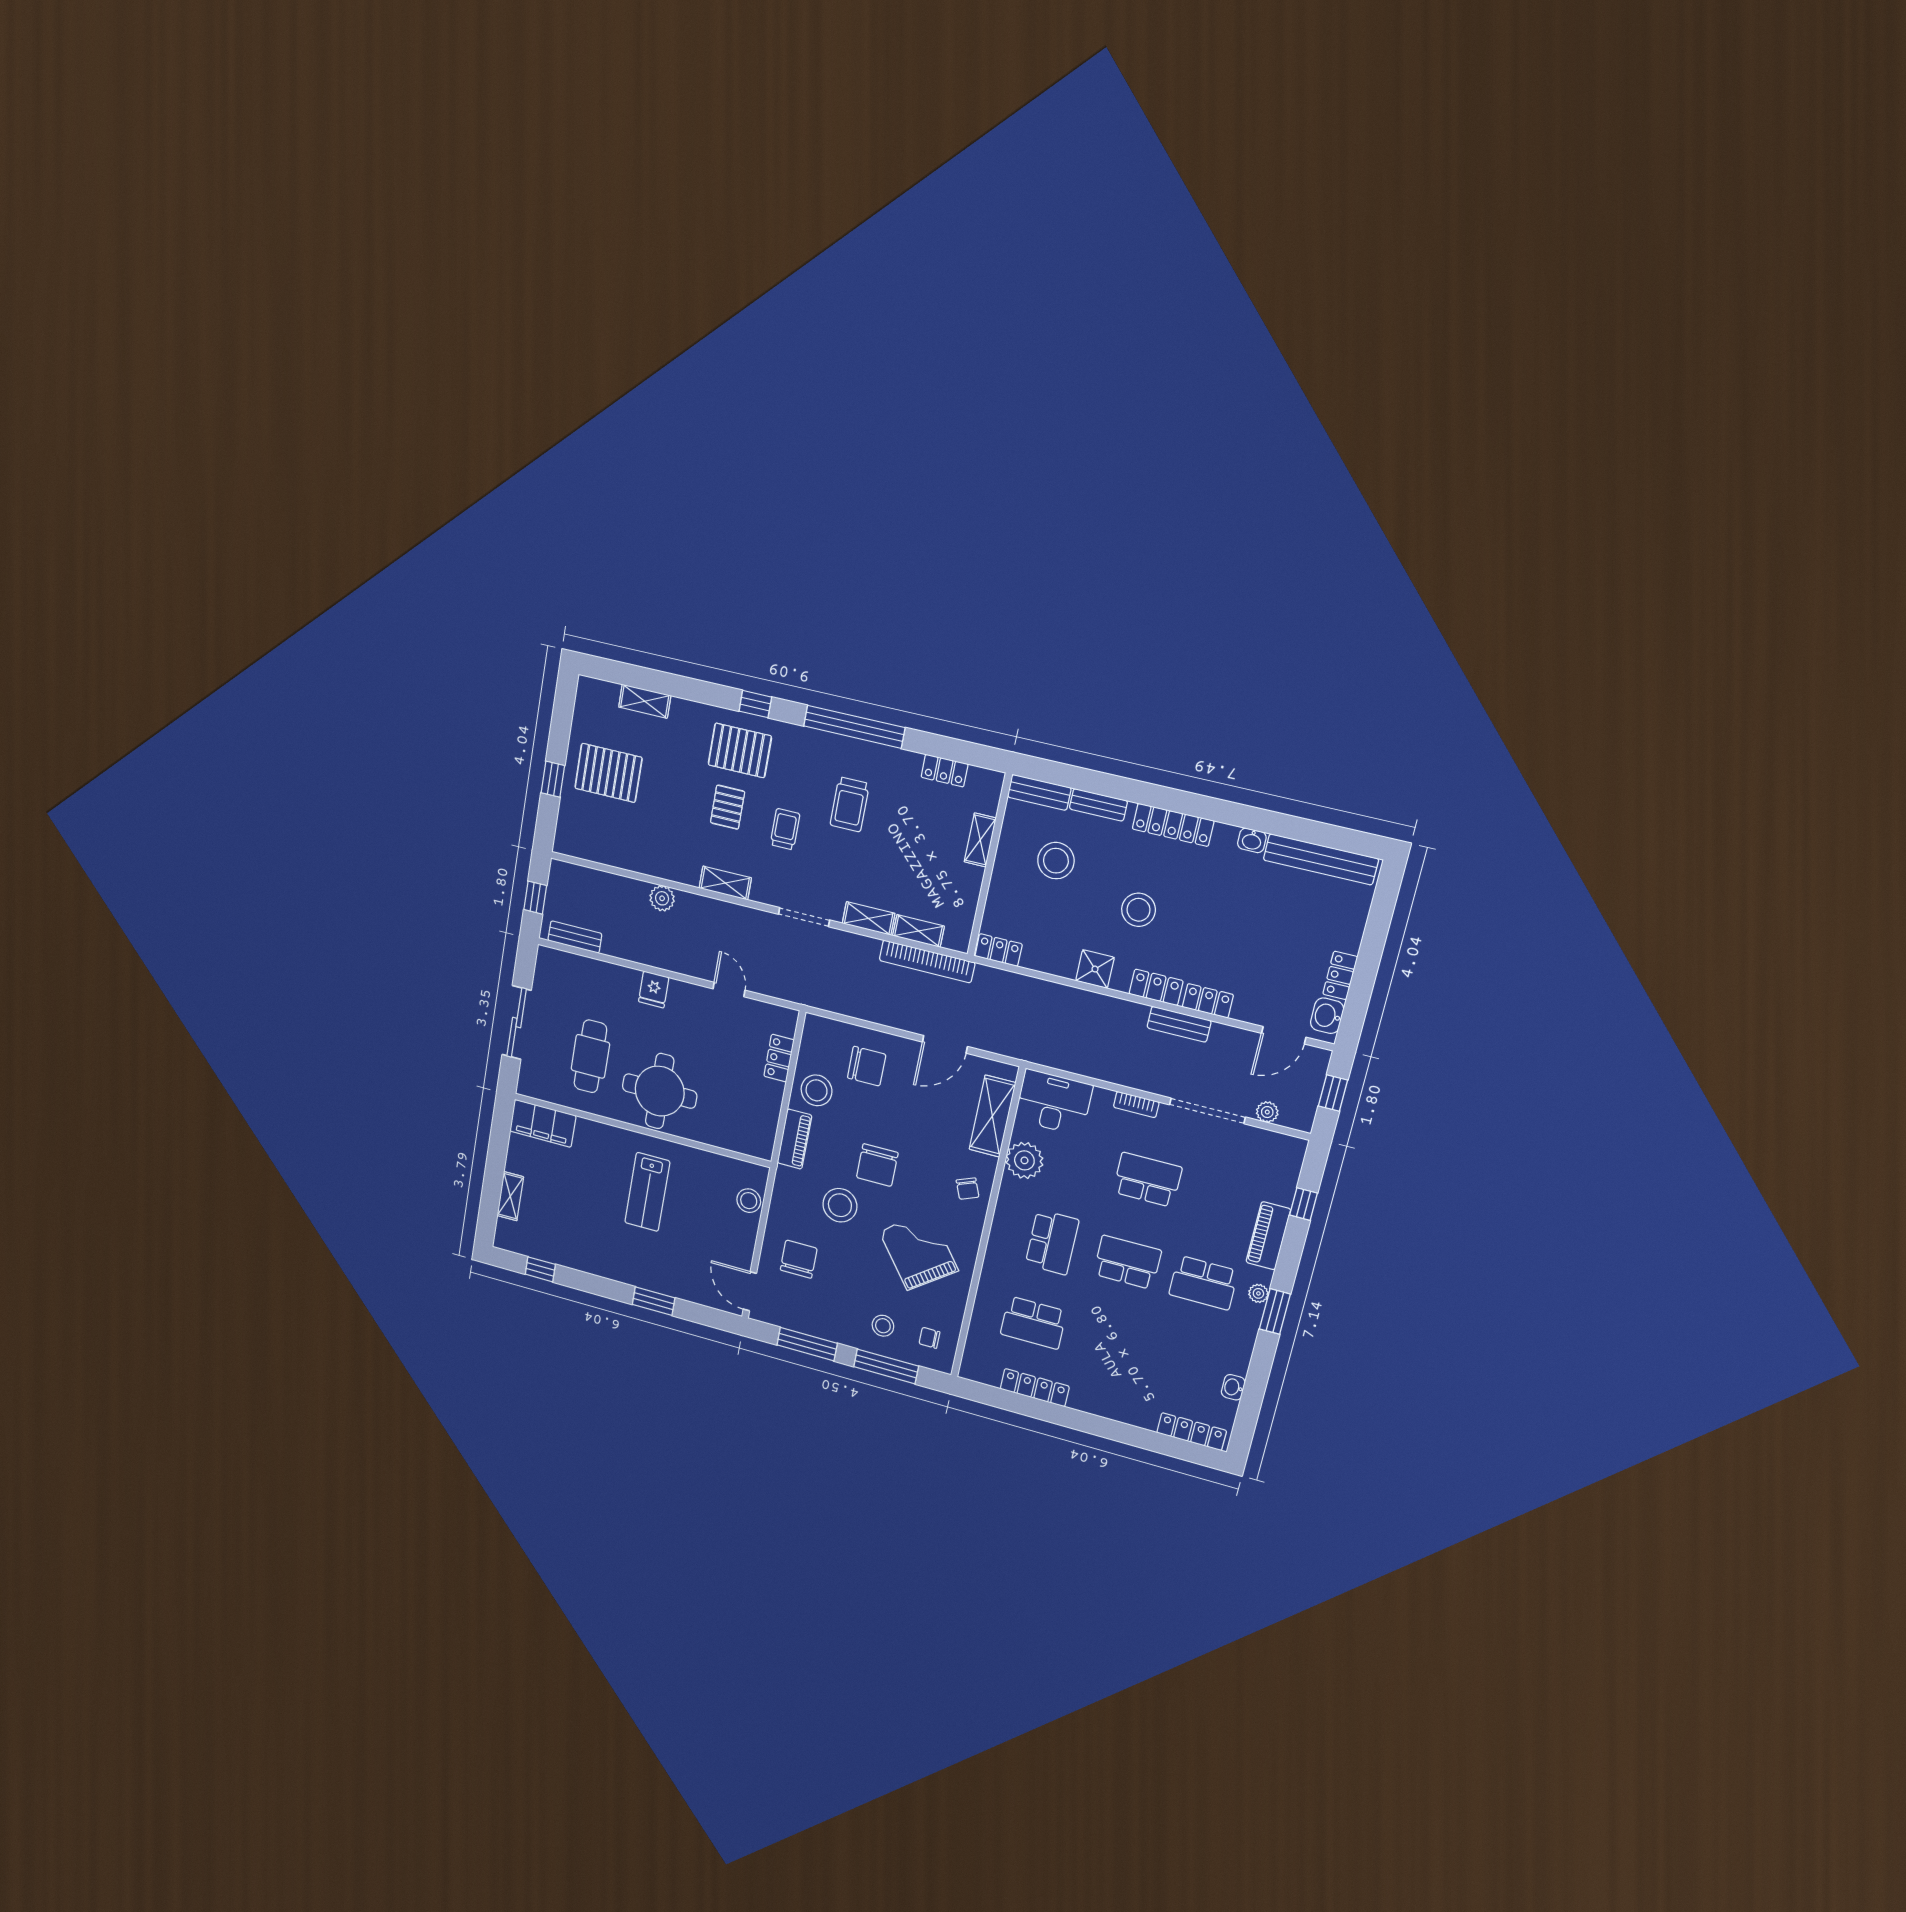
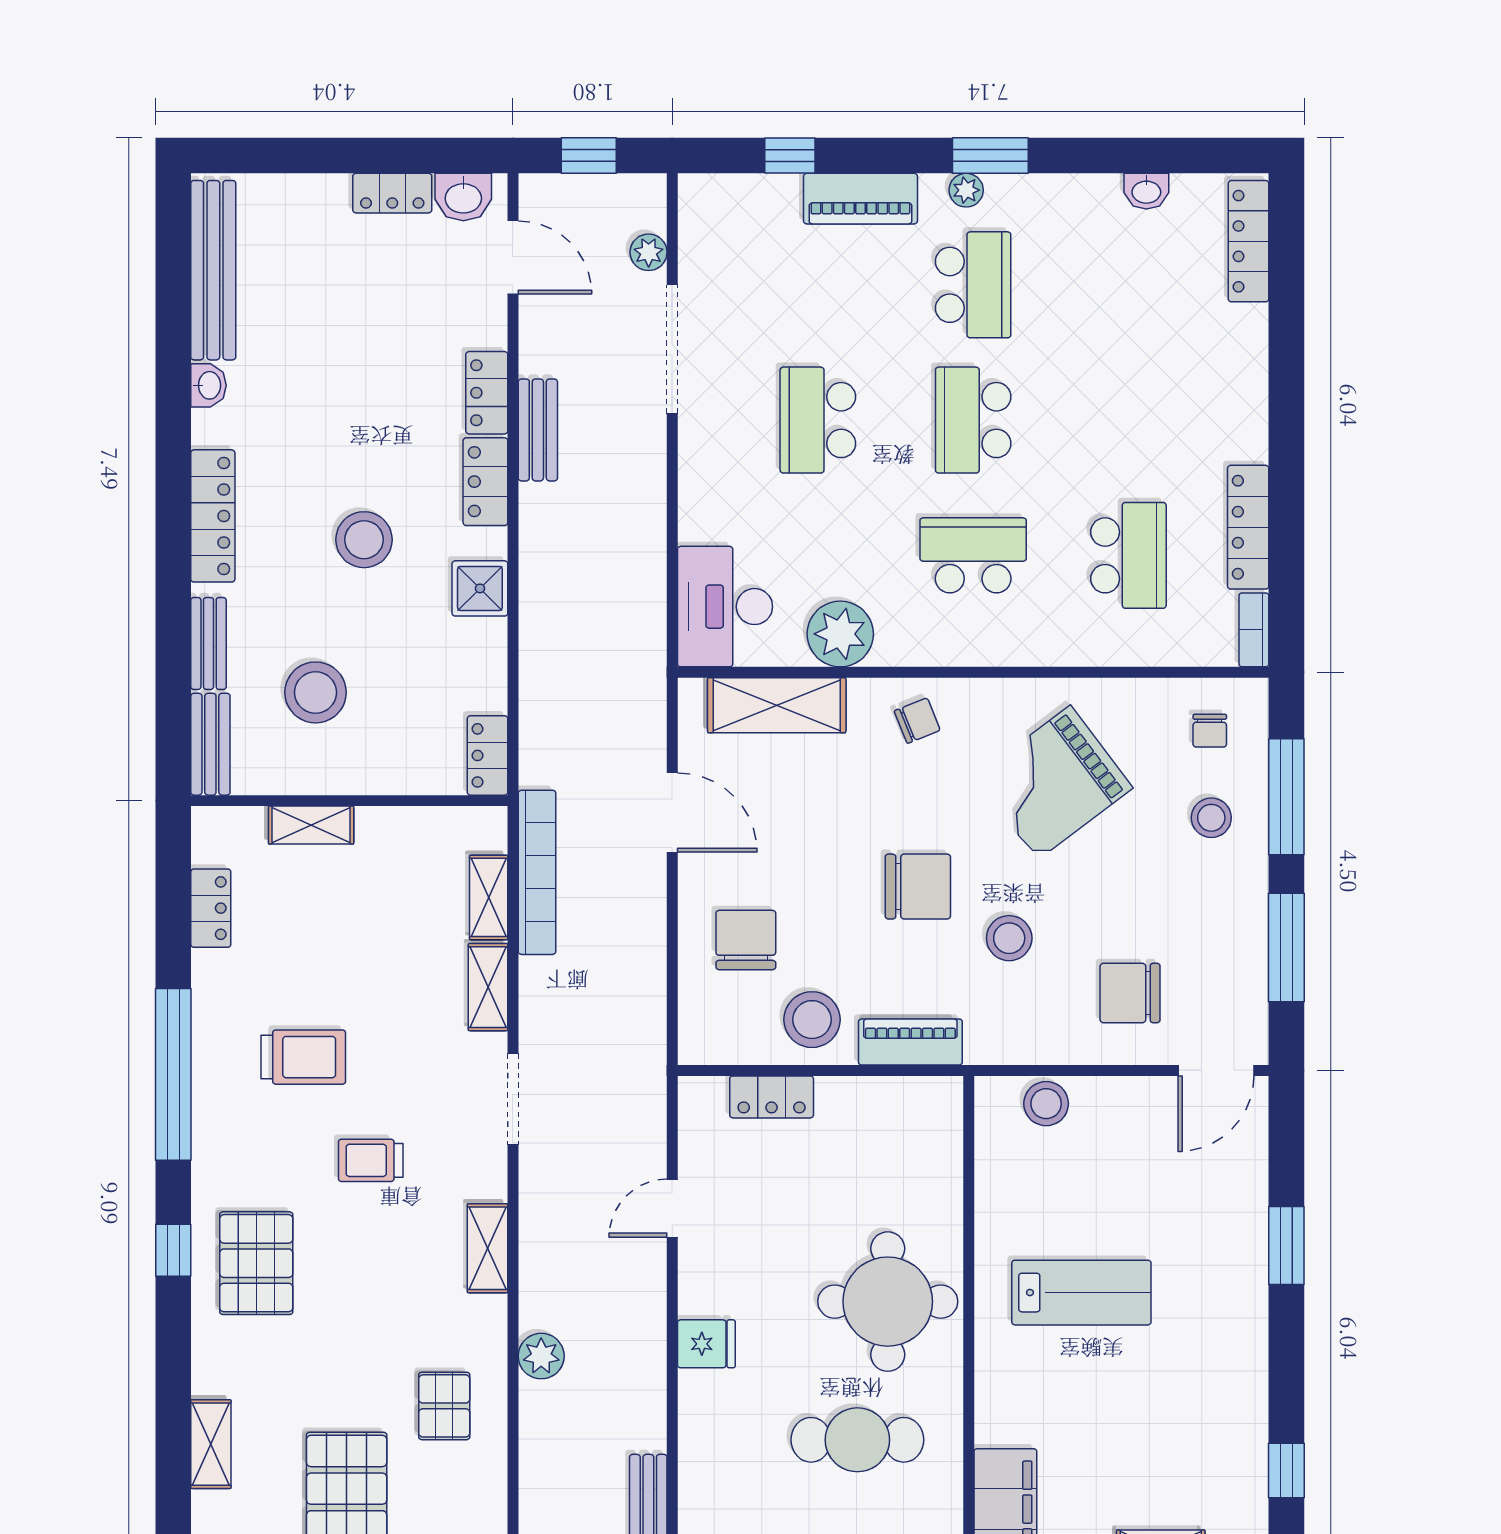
pallet: (728, 807) -> (444, 1406), moved, turned 90
bookcase: (1136, 1105) -> (1254, 630), moved, turned 180
stool: (840, 1205) -> (1009, 938), width x0.73, depth x0.73

